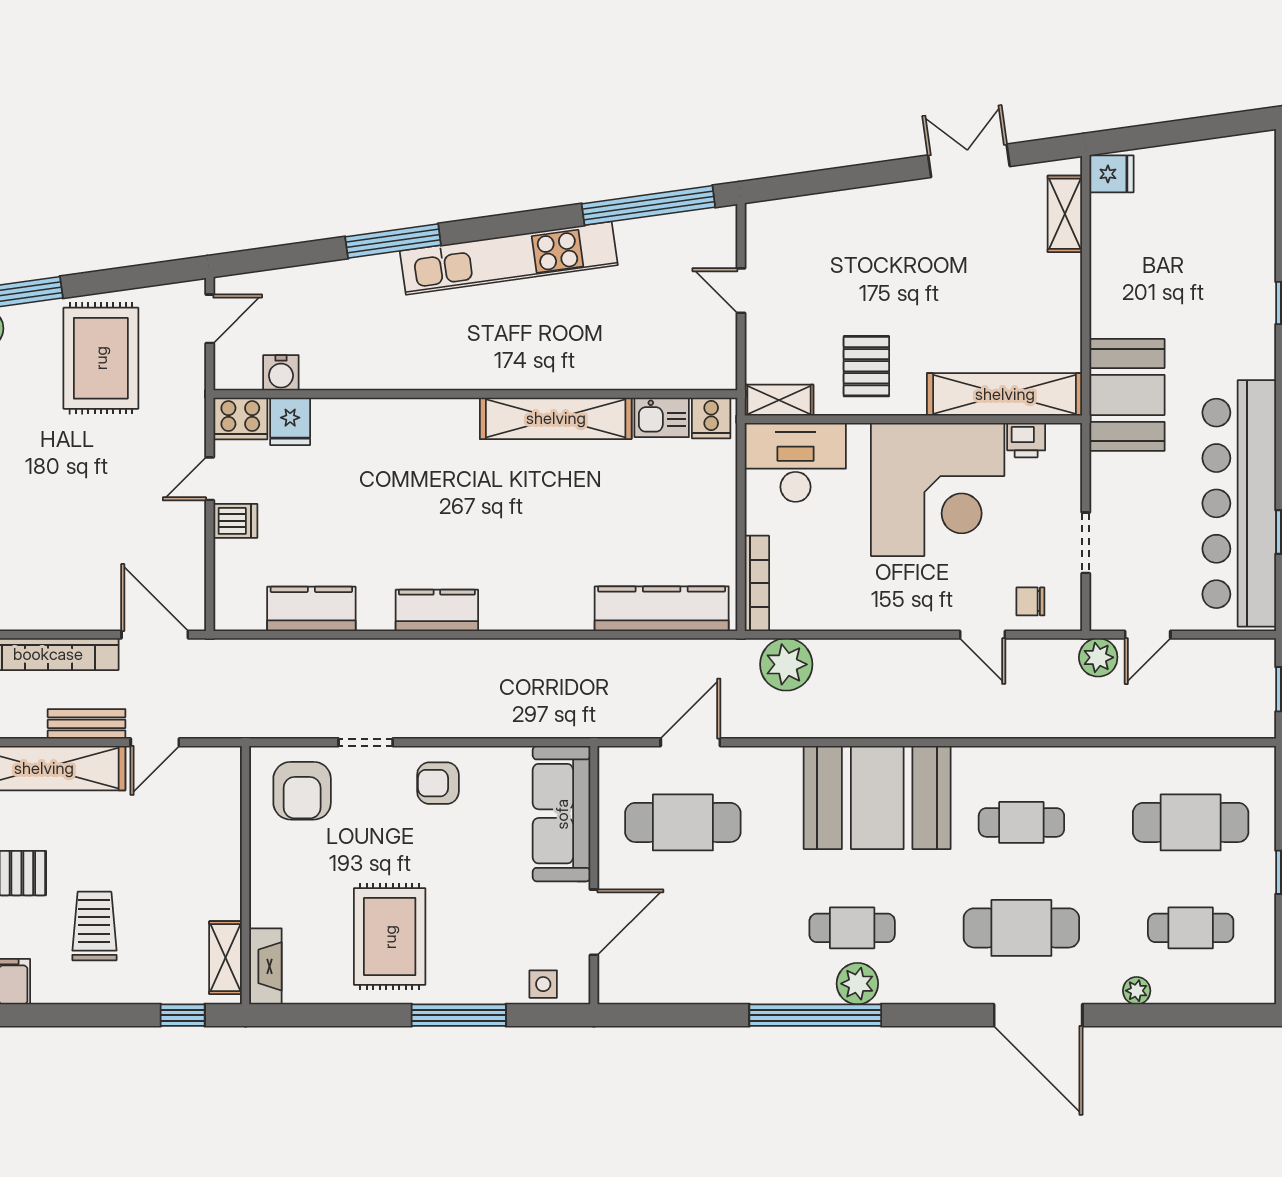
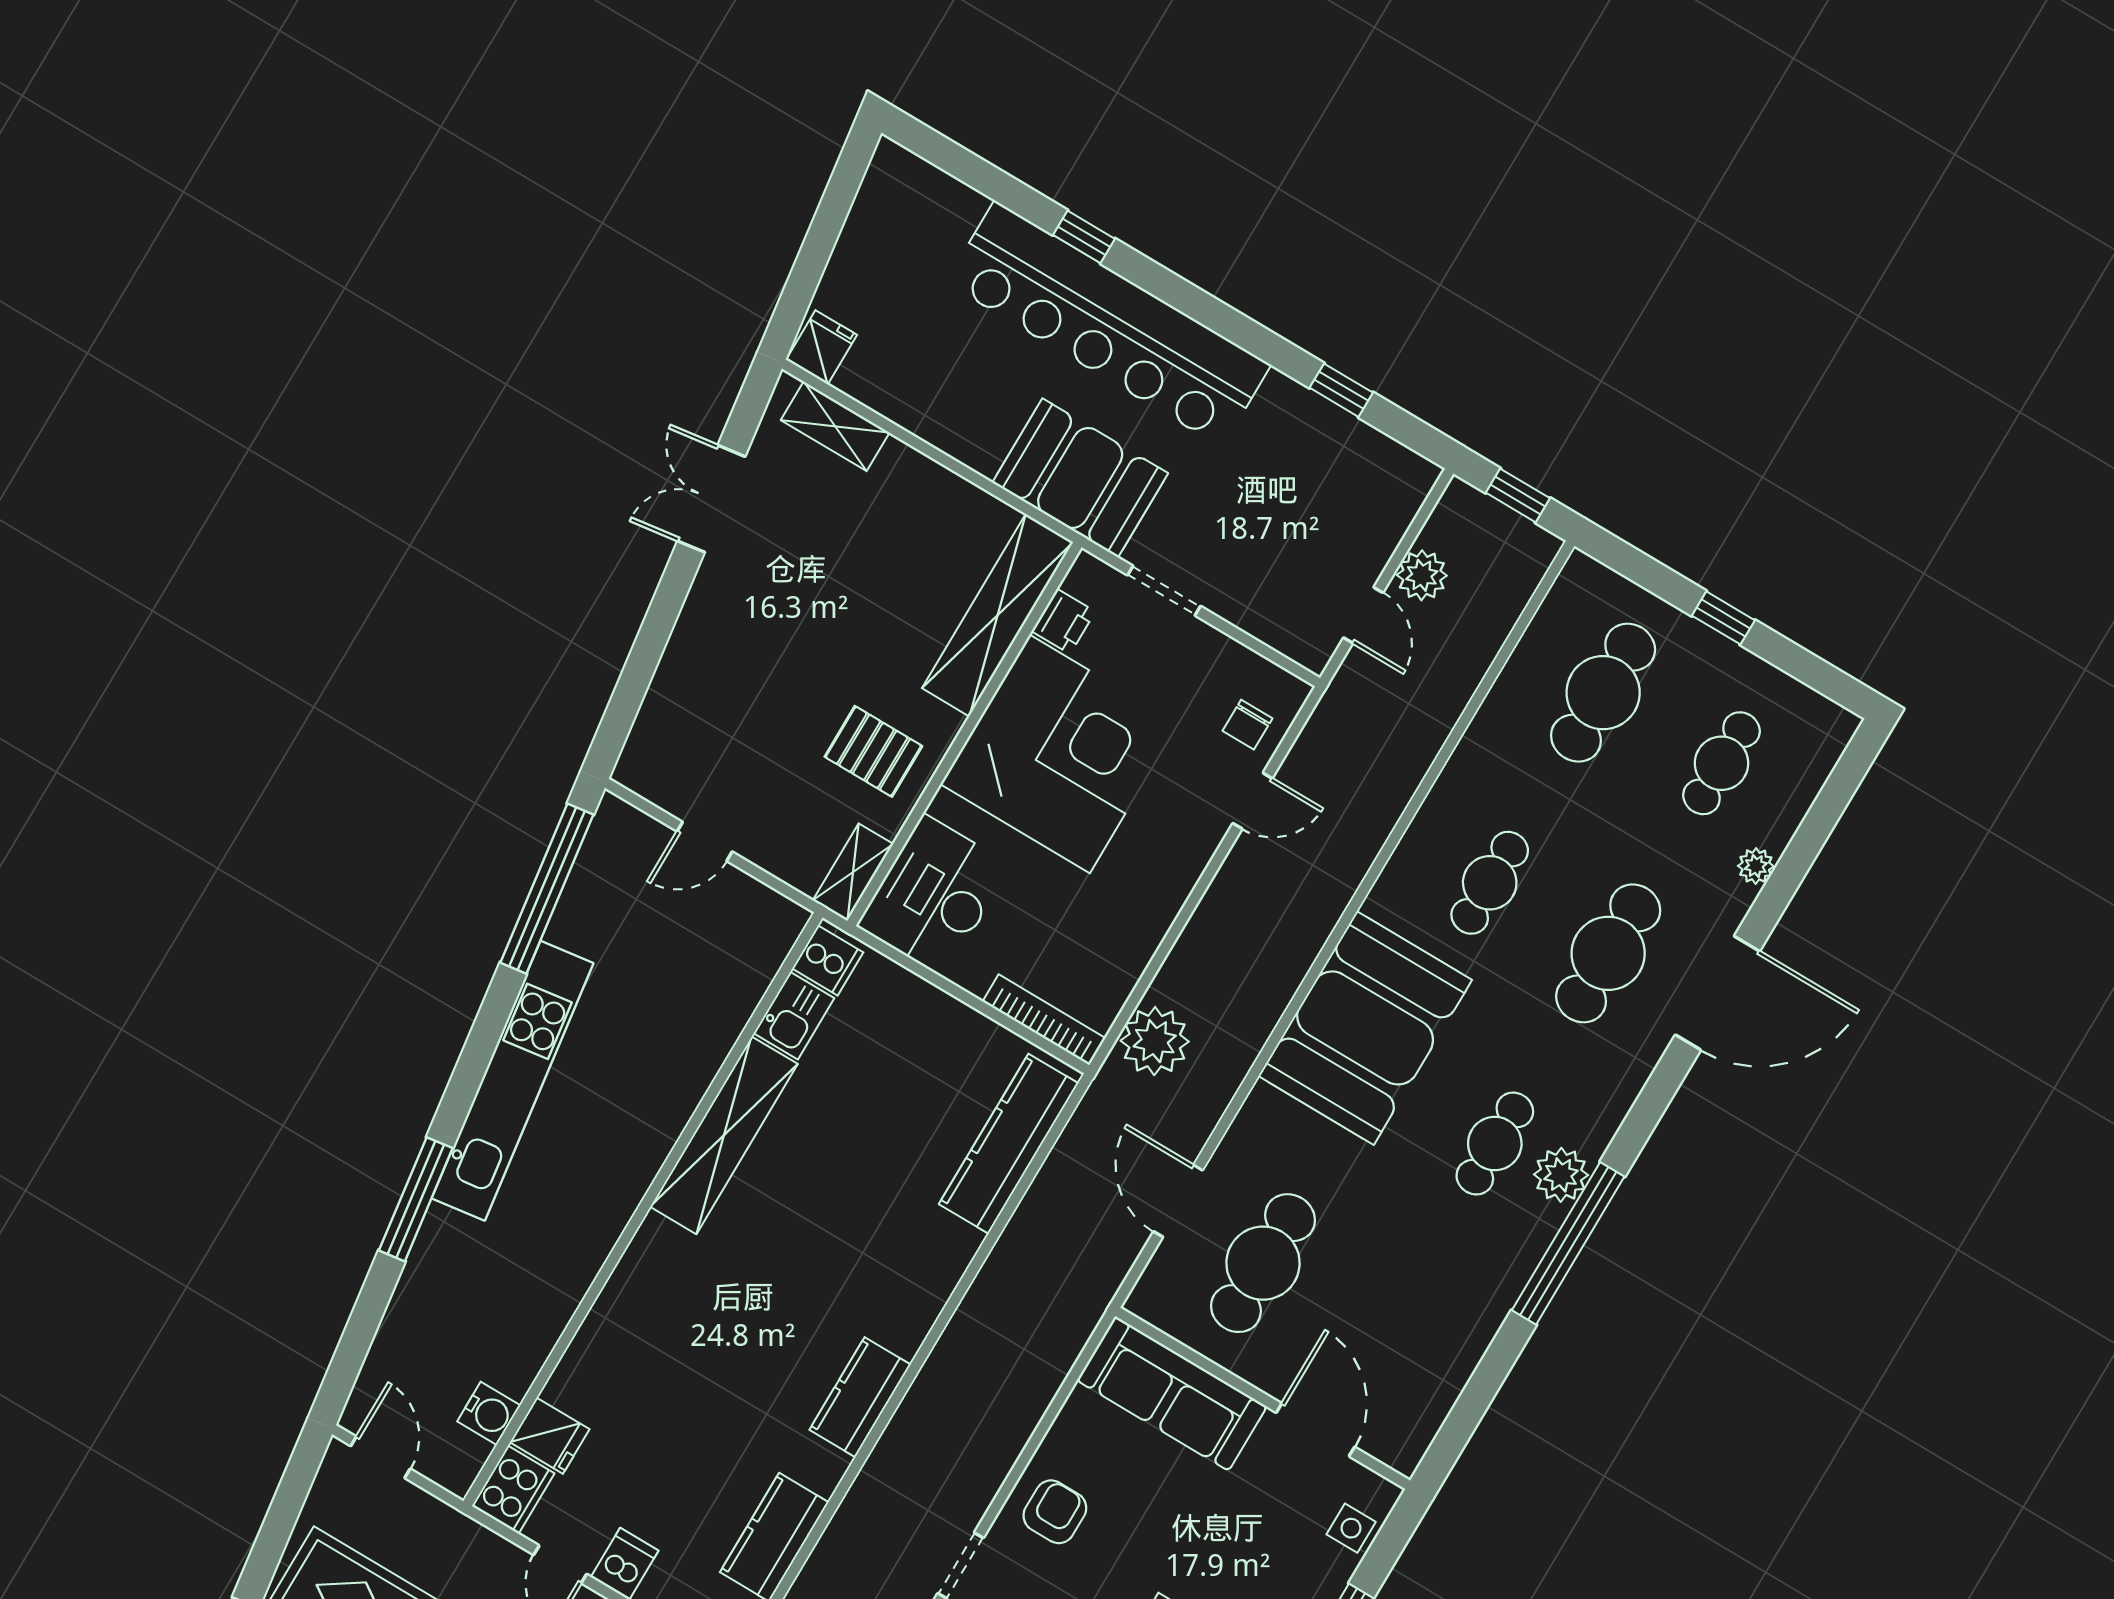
bar counter: (1239, 503) -> (1108, 324), moved
doorway: (1086, 543) -> (1164, 591), moved
plant: (1098, 657) -> (1422, 575), moved
armchair: (438, 783) -> (1055, 1512), turned 180

